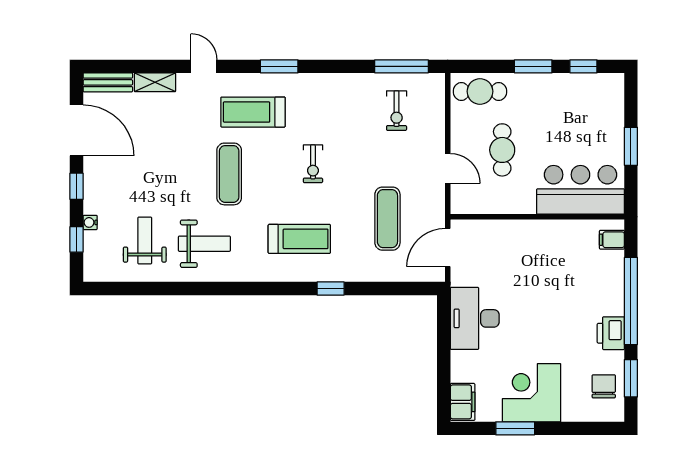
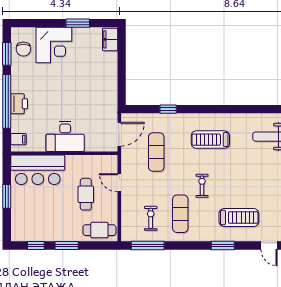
exercise mat: (229, 174) -> (180, 214), moved
window: (331, 289) -> (168, 109), moved
desk: (475, 318) -> (65, 137), moved, turned 90
printer: (611, 333) -> (19, 104), moved
corner desk: (532, 393) -> (54, 45), moved

